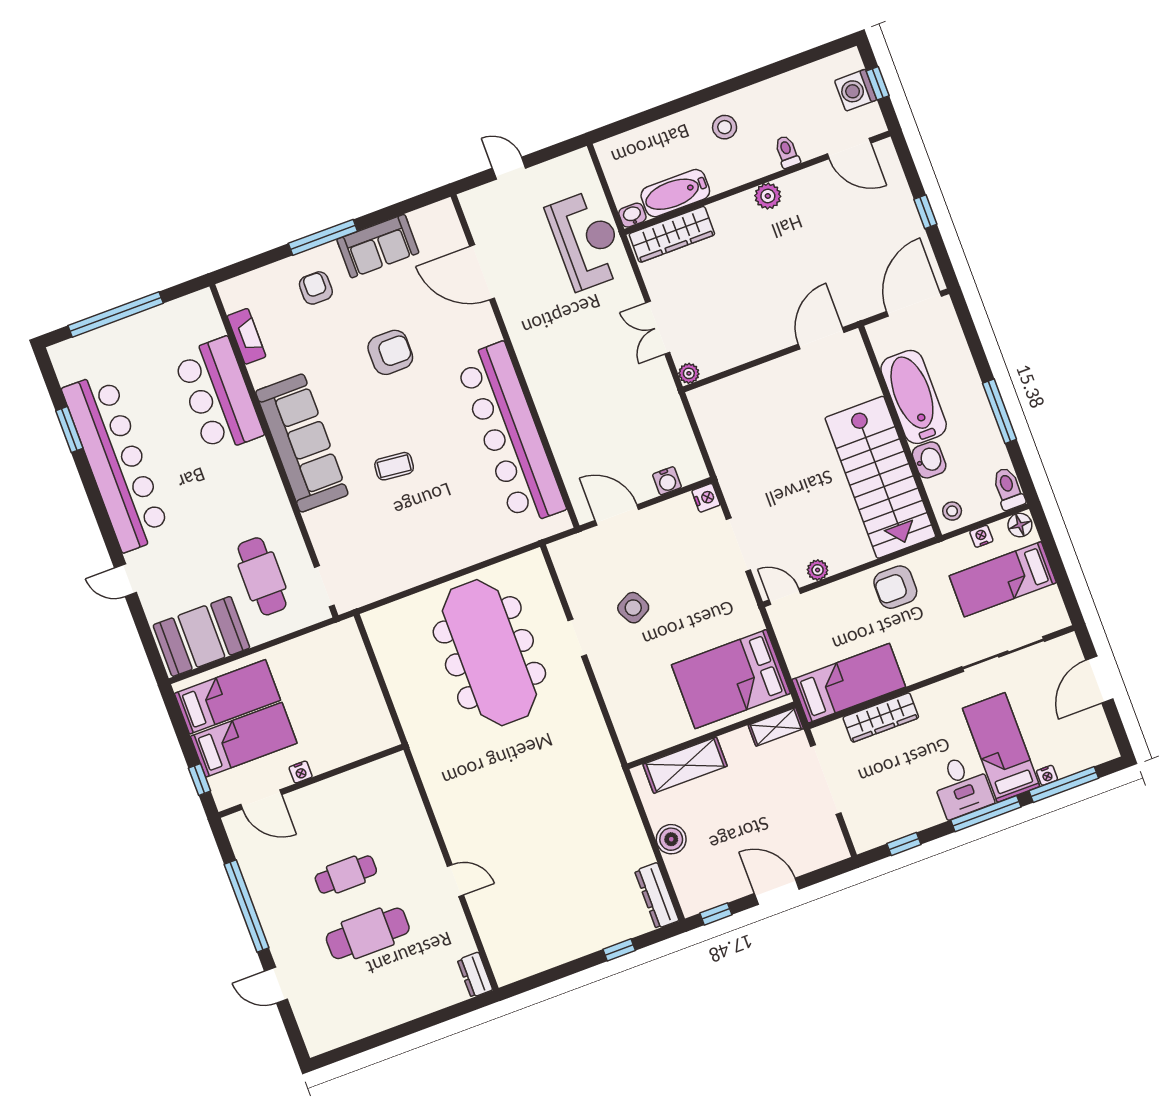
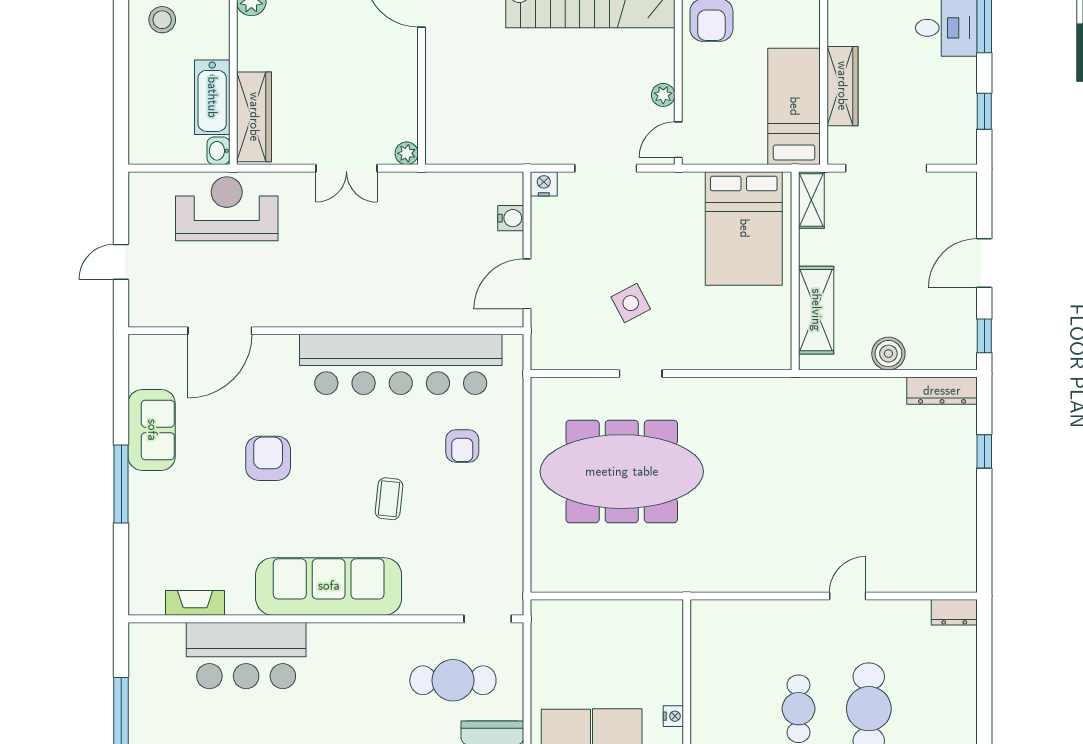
armchair: (316, 288) -> (462, 446), moved, turned -90

